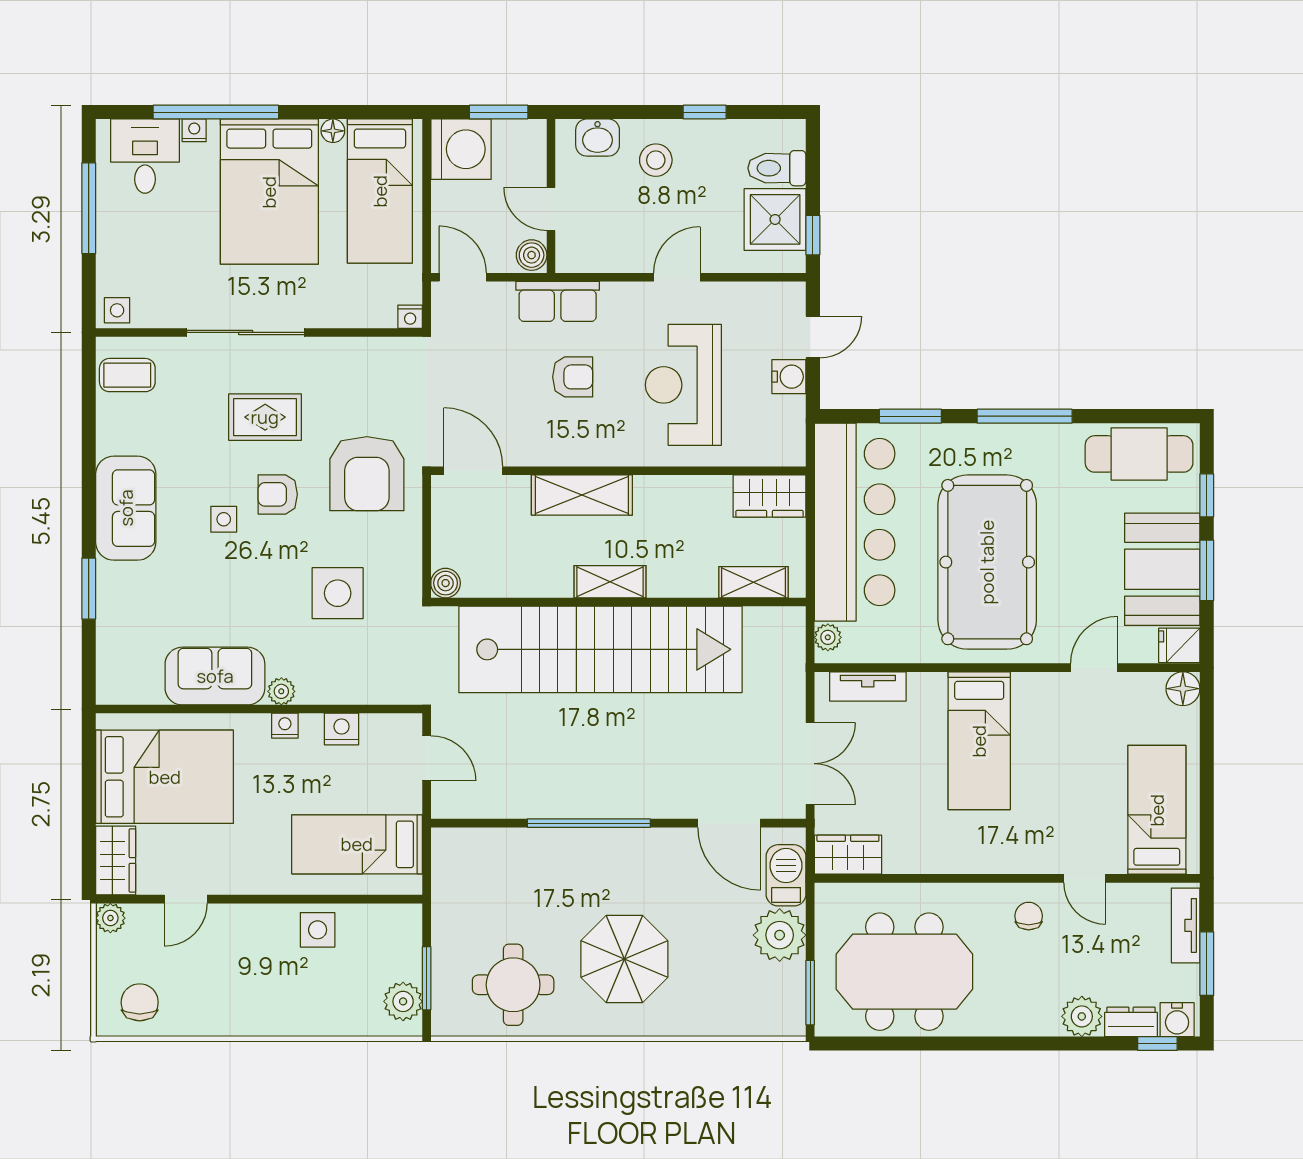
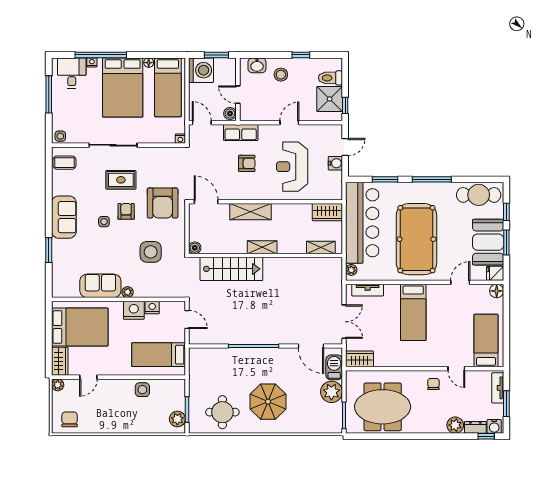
armchair: (278, 494) -> (126, 211), turned 90
stairs: (600, 649) -> (231, 269), width x0.54, depth x0.66
nightstand: (285, 726) -> (134, 310), width x1.89, depth x1.79

